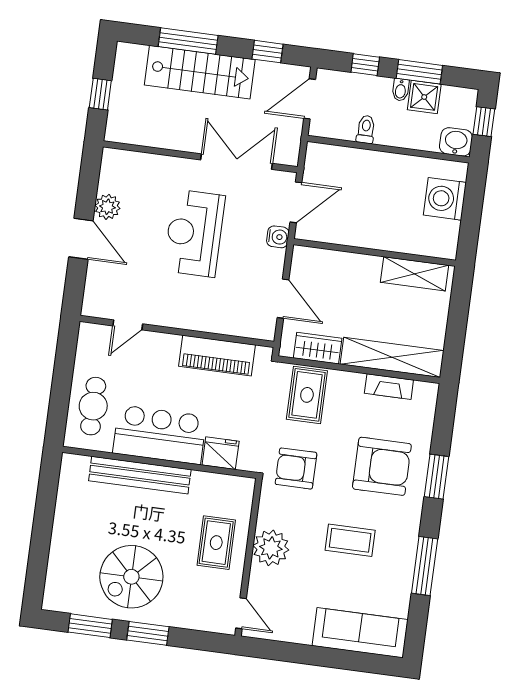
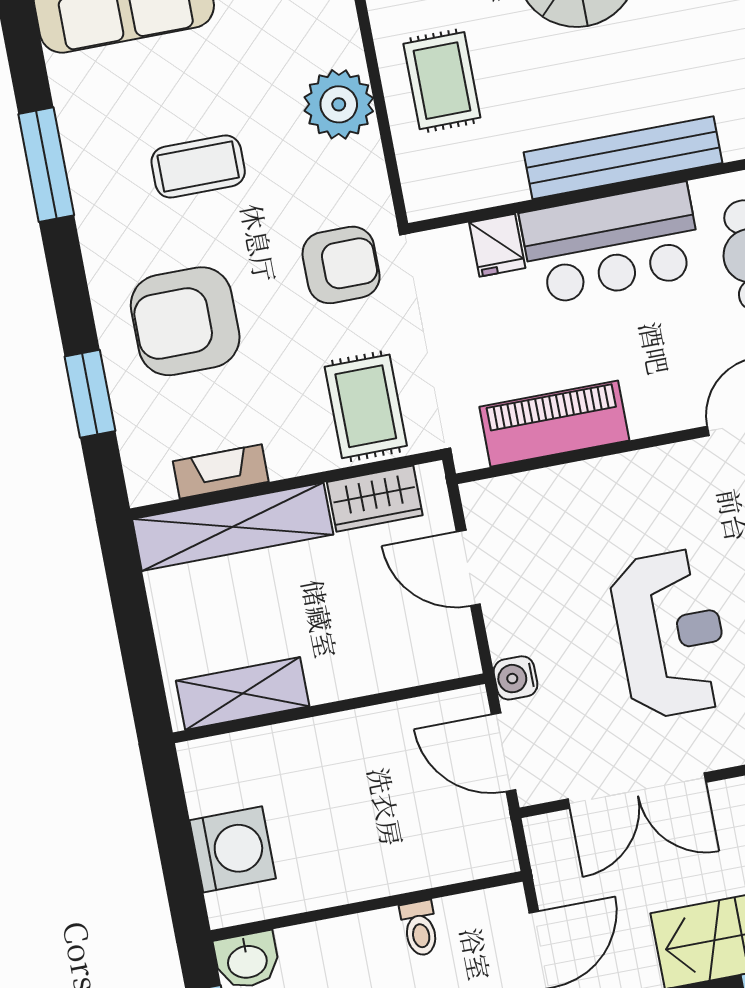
door: (296, 202) -> (503, 752), hinge flipped
fridge: (221, 453) -> (497, 245), width x0.72
window: (437, 477) -> (90, 394), moved

